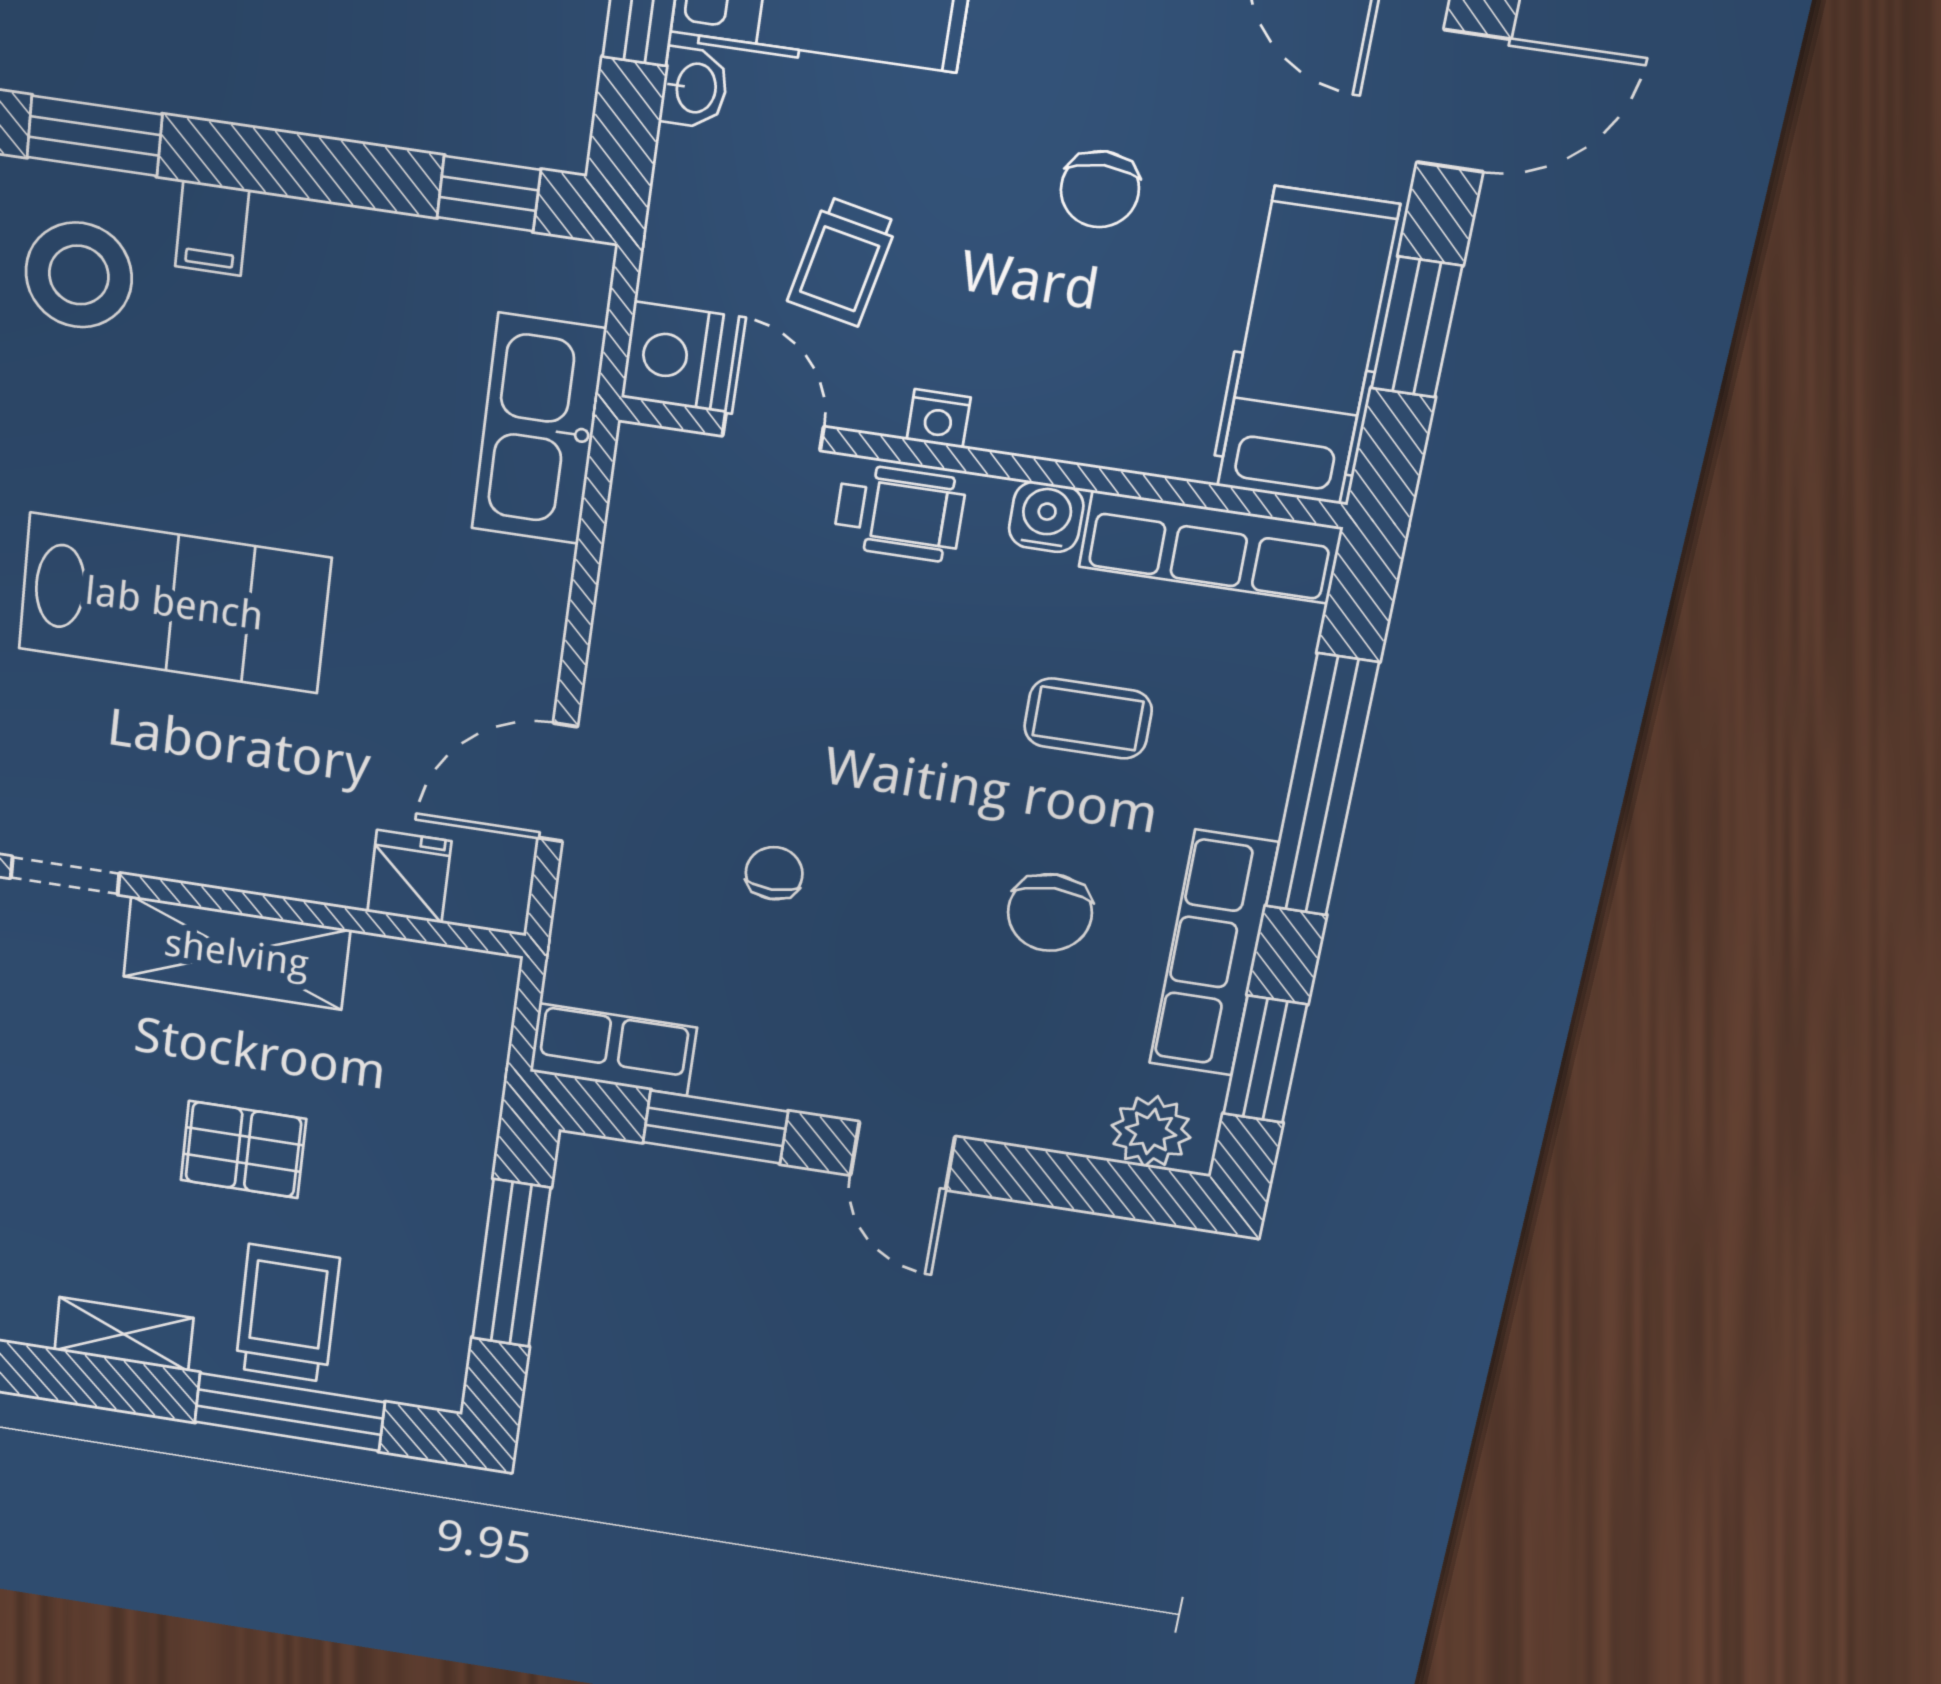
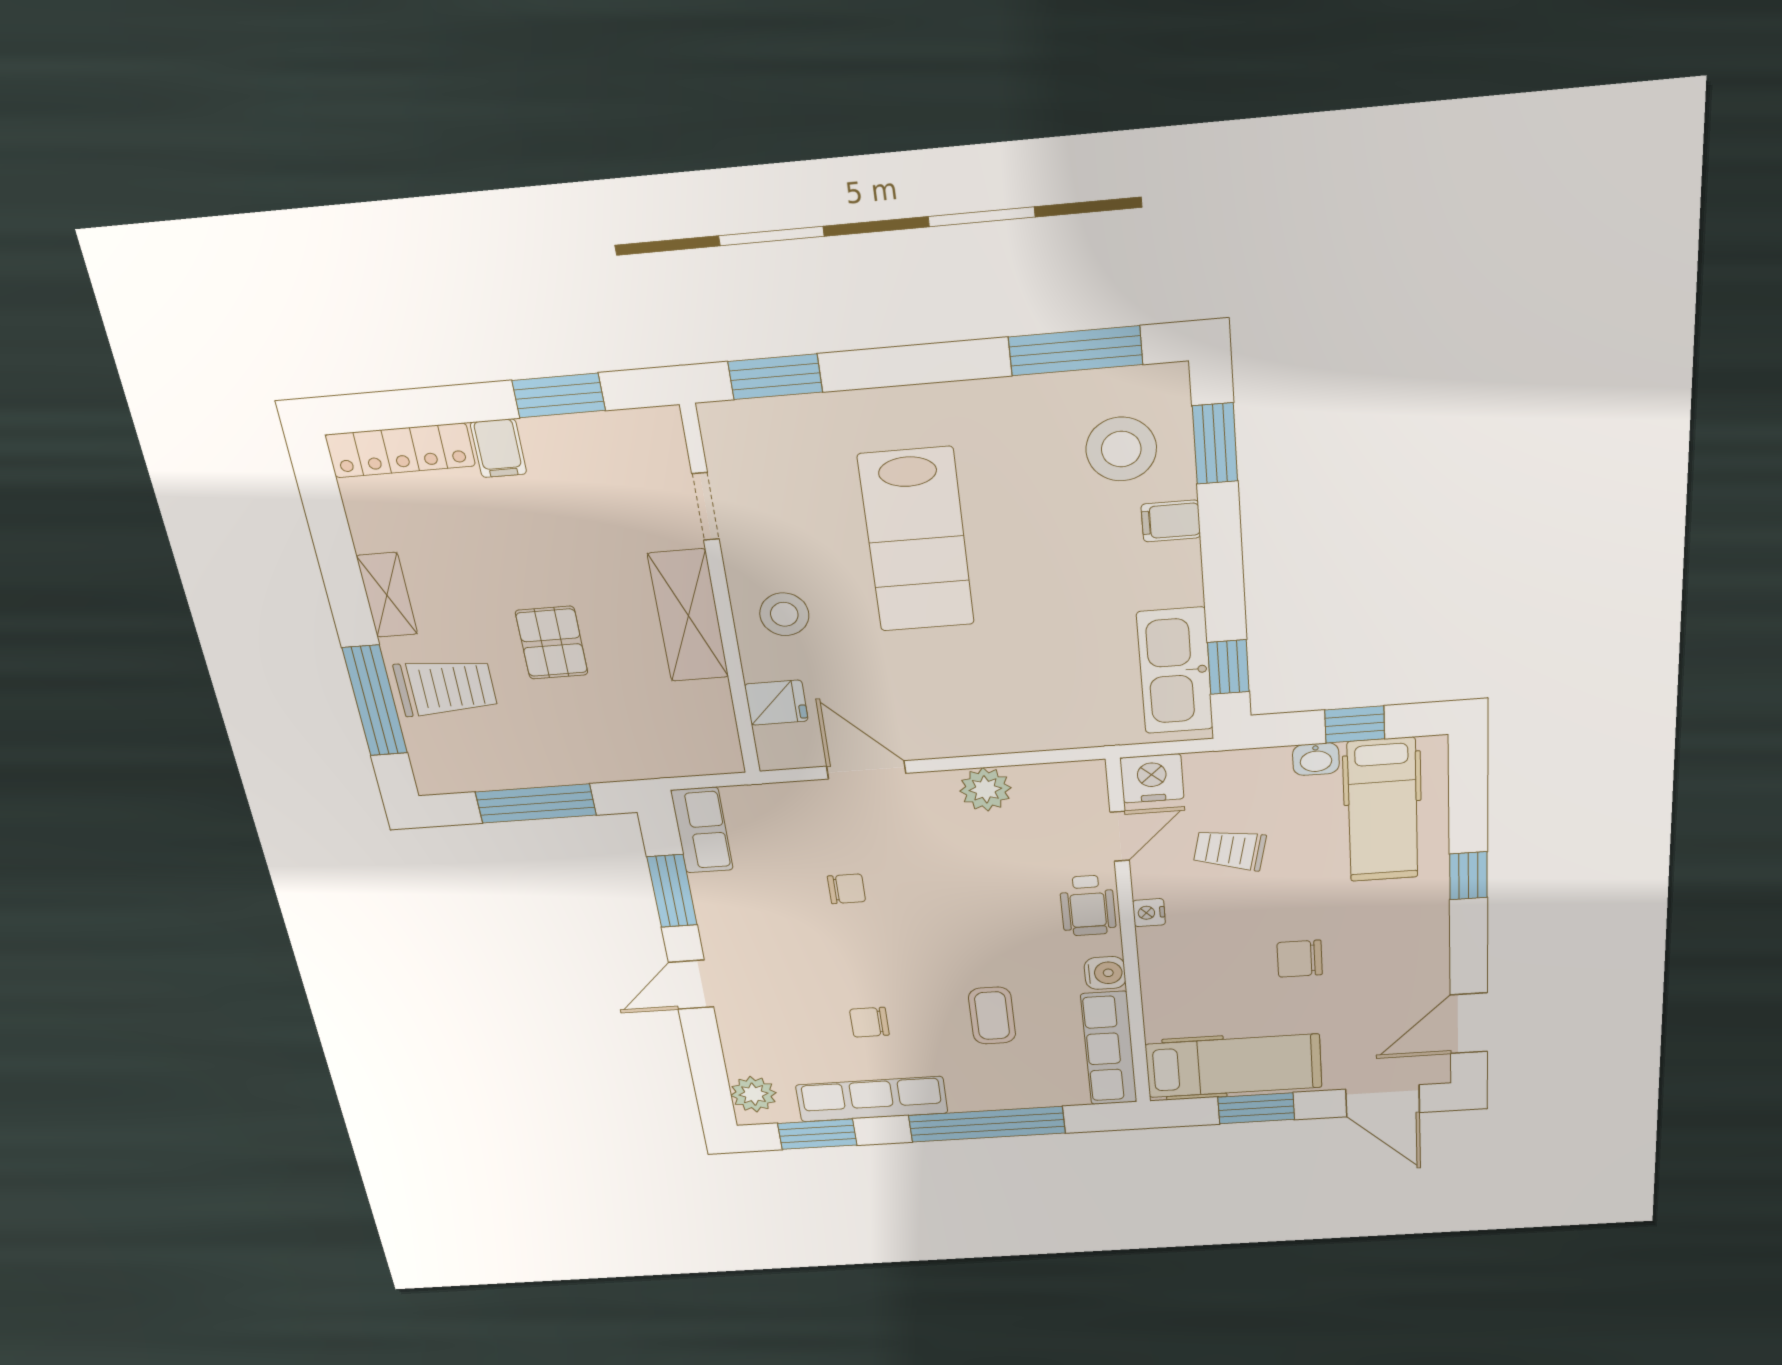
kitchen sink: (539, 429) -> (1175, 671), moved, turned -90
plant: (634, 616) -> (985, 789), added
stool: (261, 821) -> (784, 614), added
chair: (1050, 913) -> (869, 1022), width x0.73, depth x0.73

